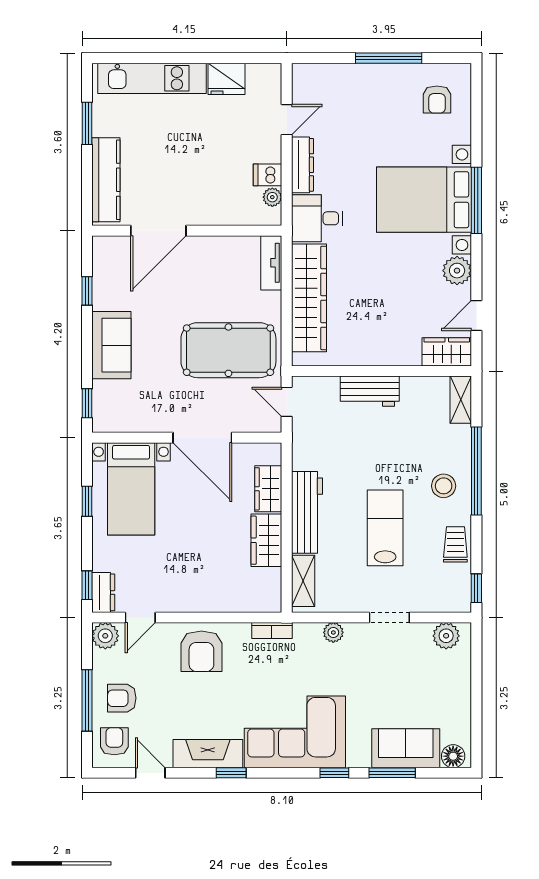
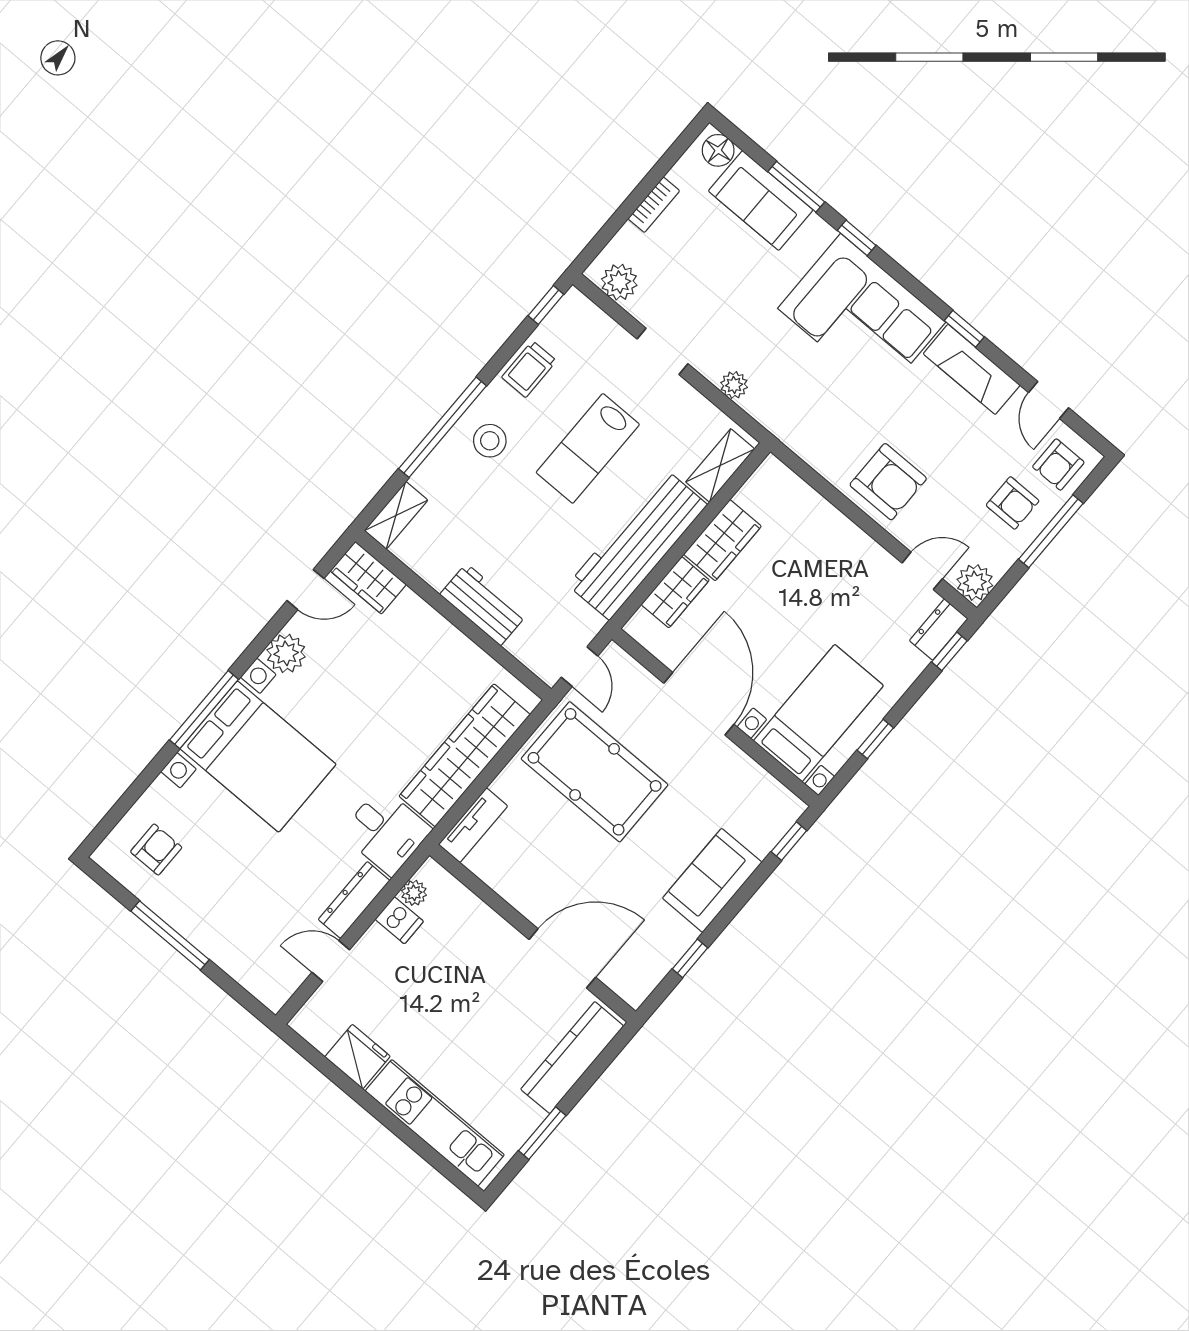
workbench: (307, 512) -> (637, 545), width x1.36, depth x1.32
bookcase: (272, 630) -> (654, 205), moved, turned 90
armchair: (201, 651) -> (888, 482), turned 90

